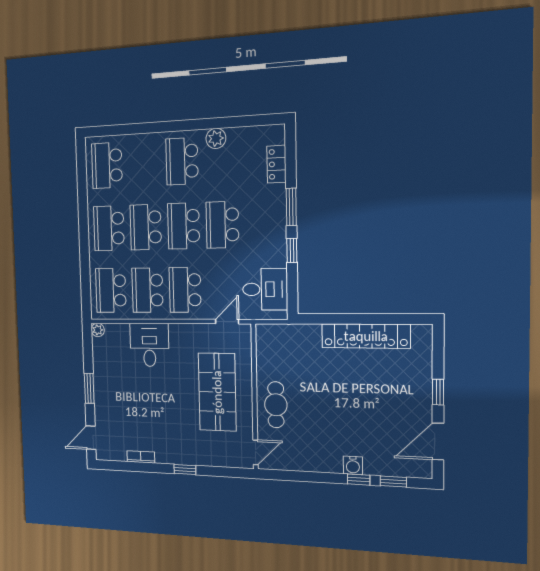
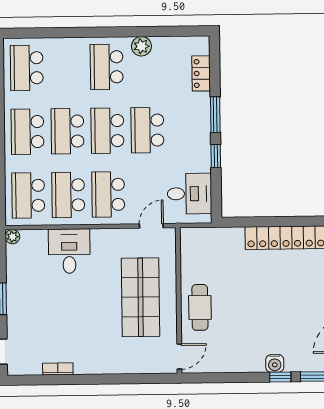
window: (185, 470) -> (106, 379), removed

